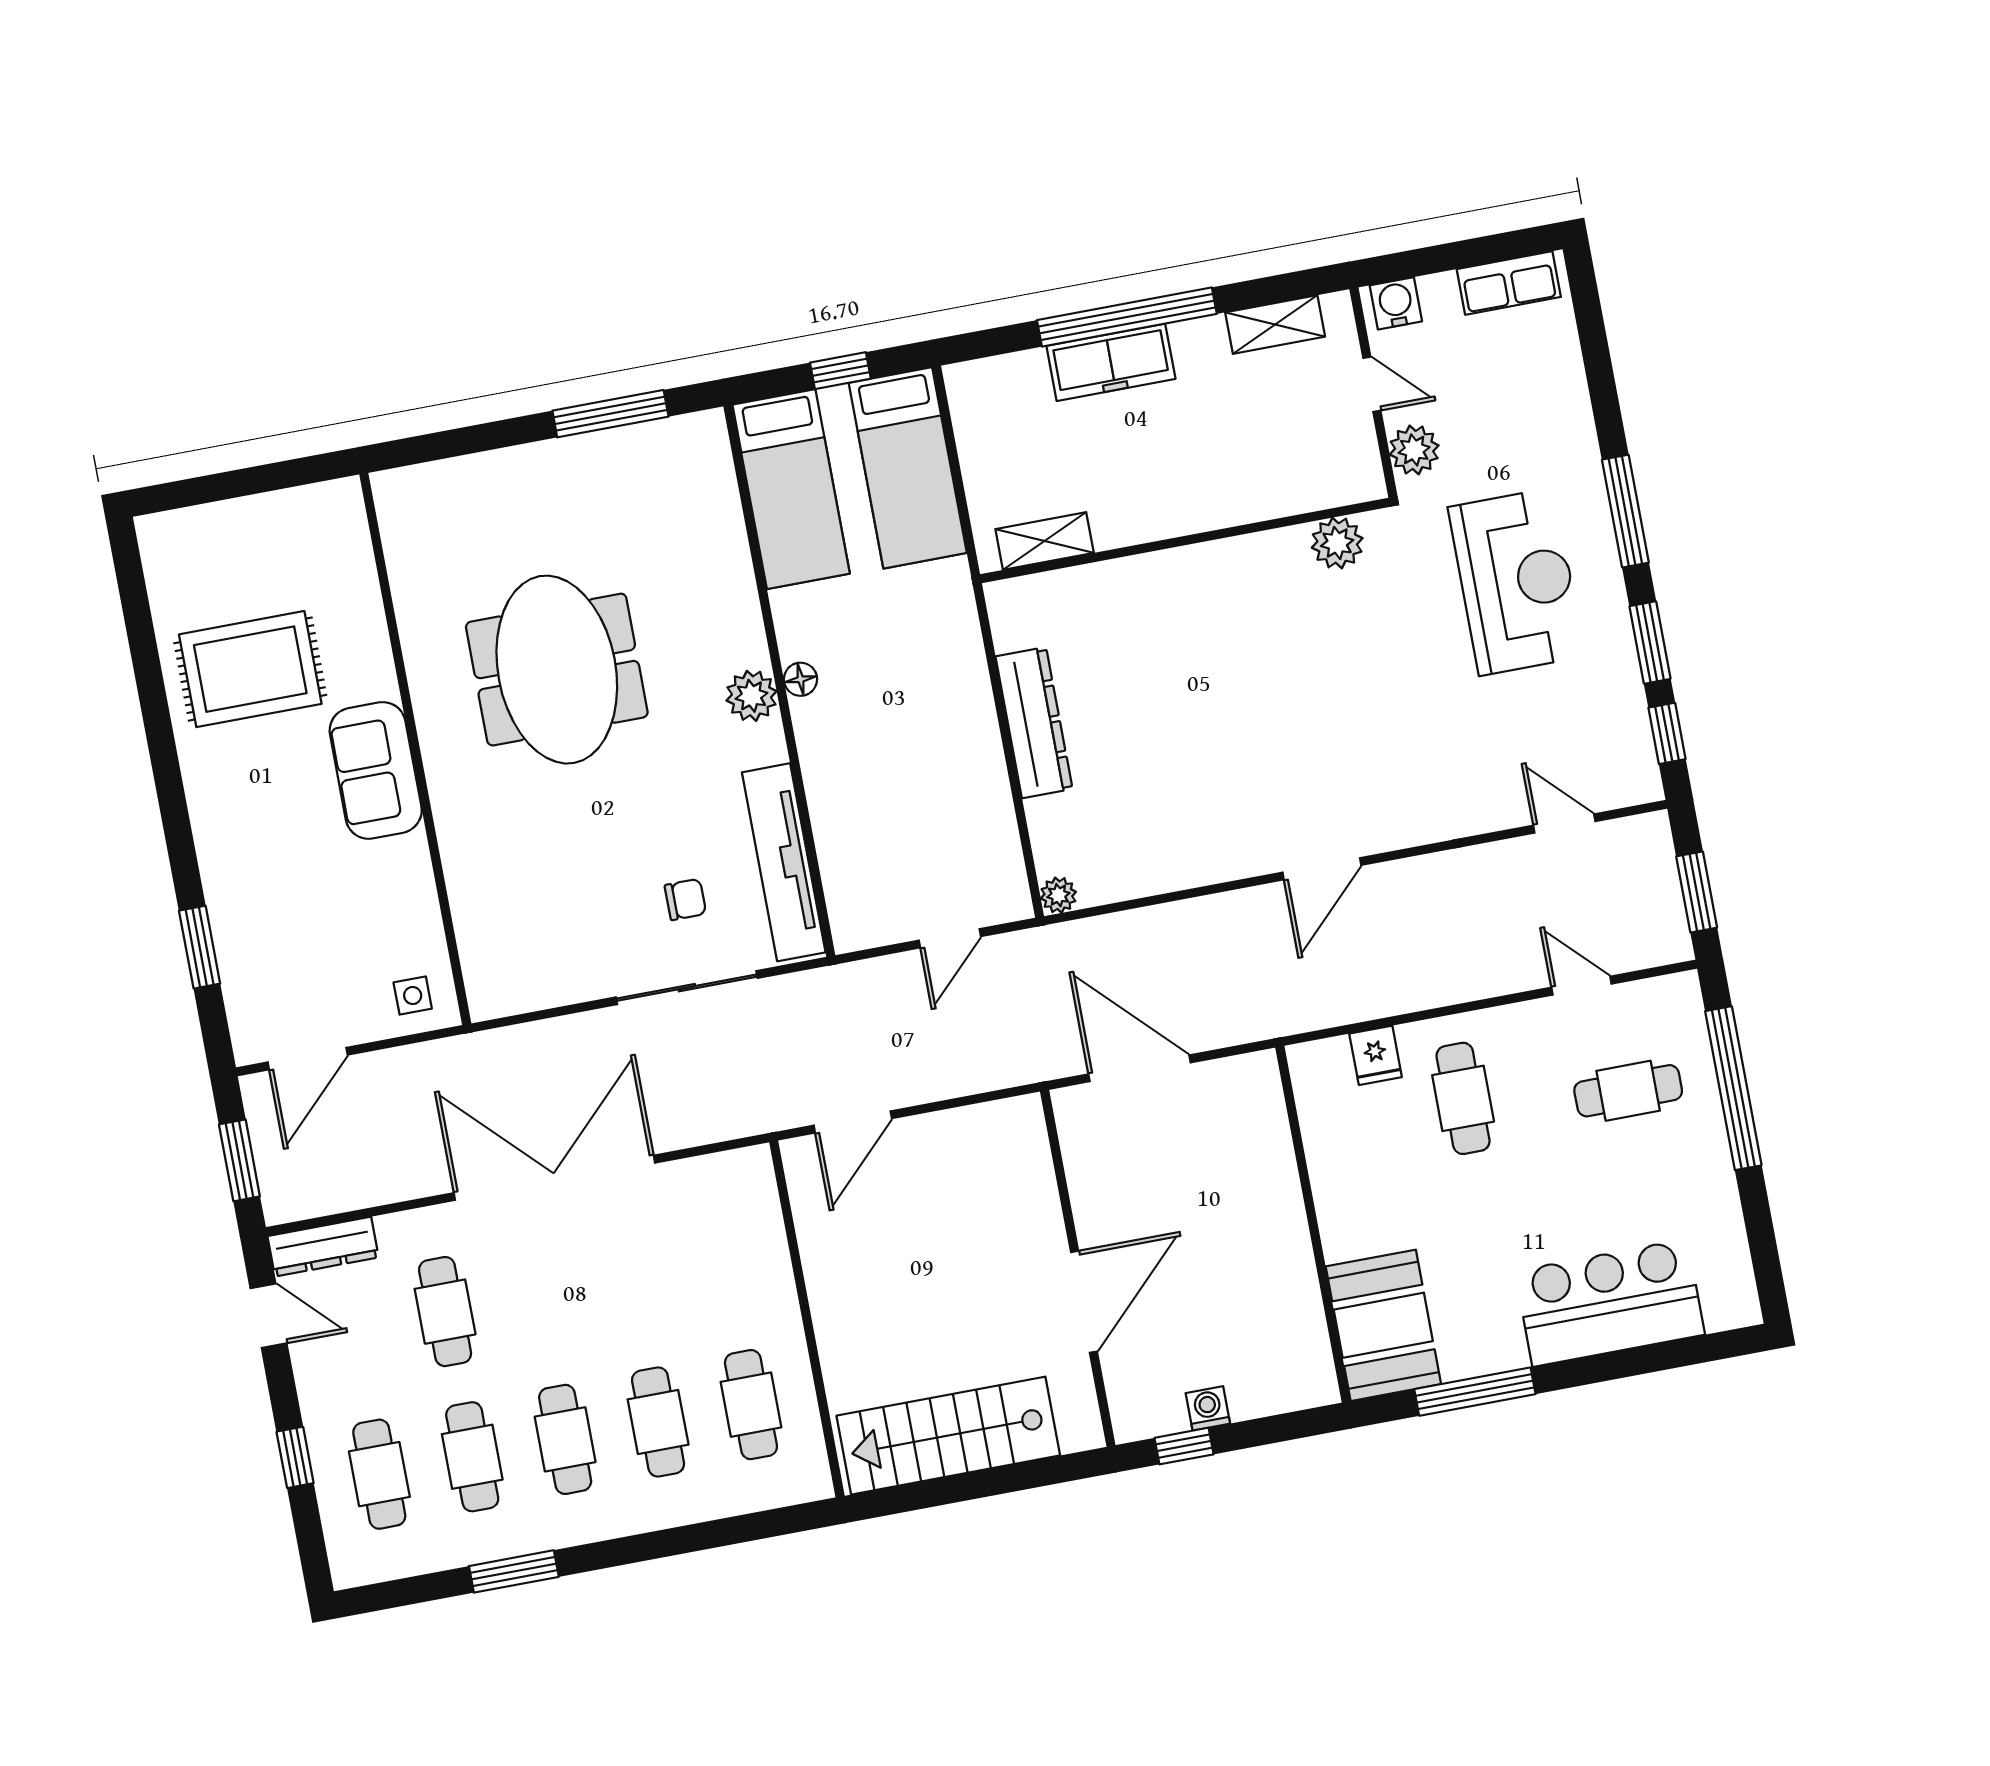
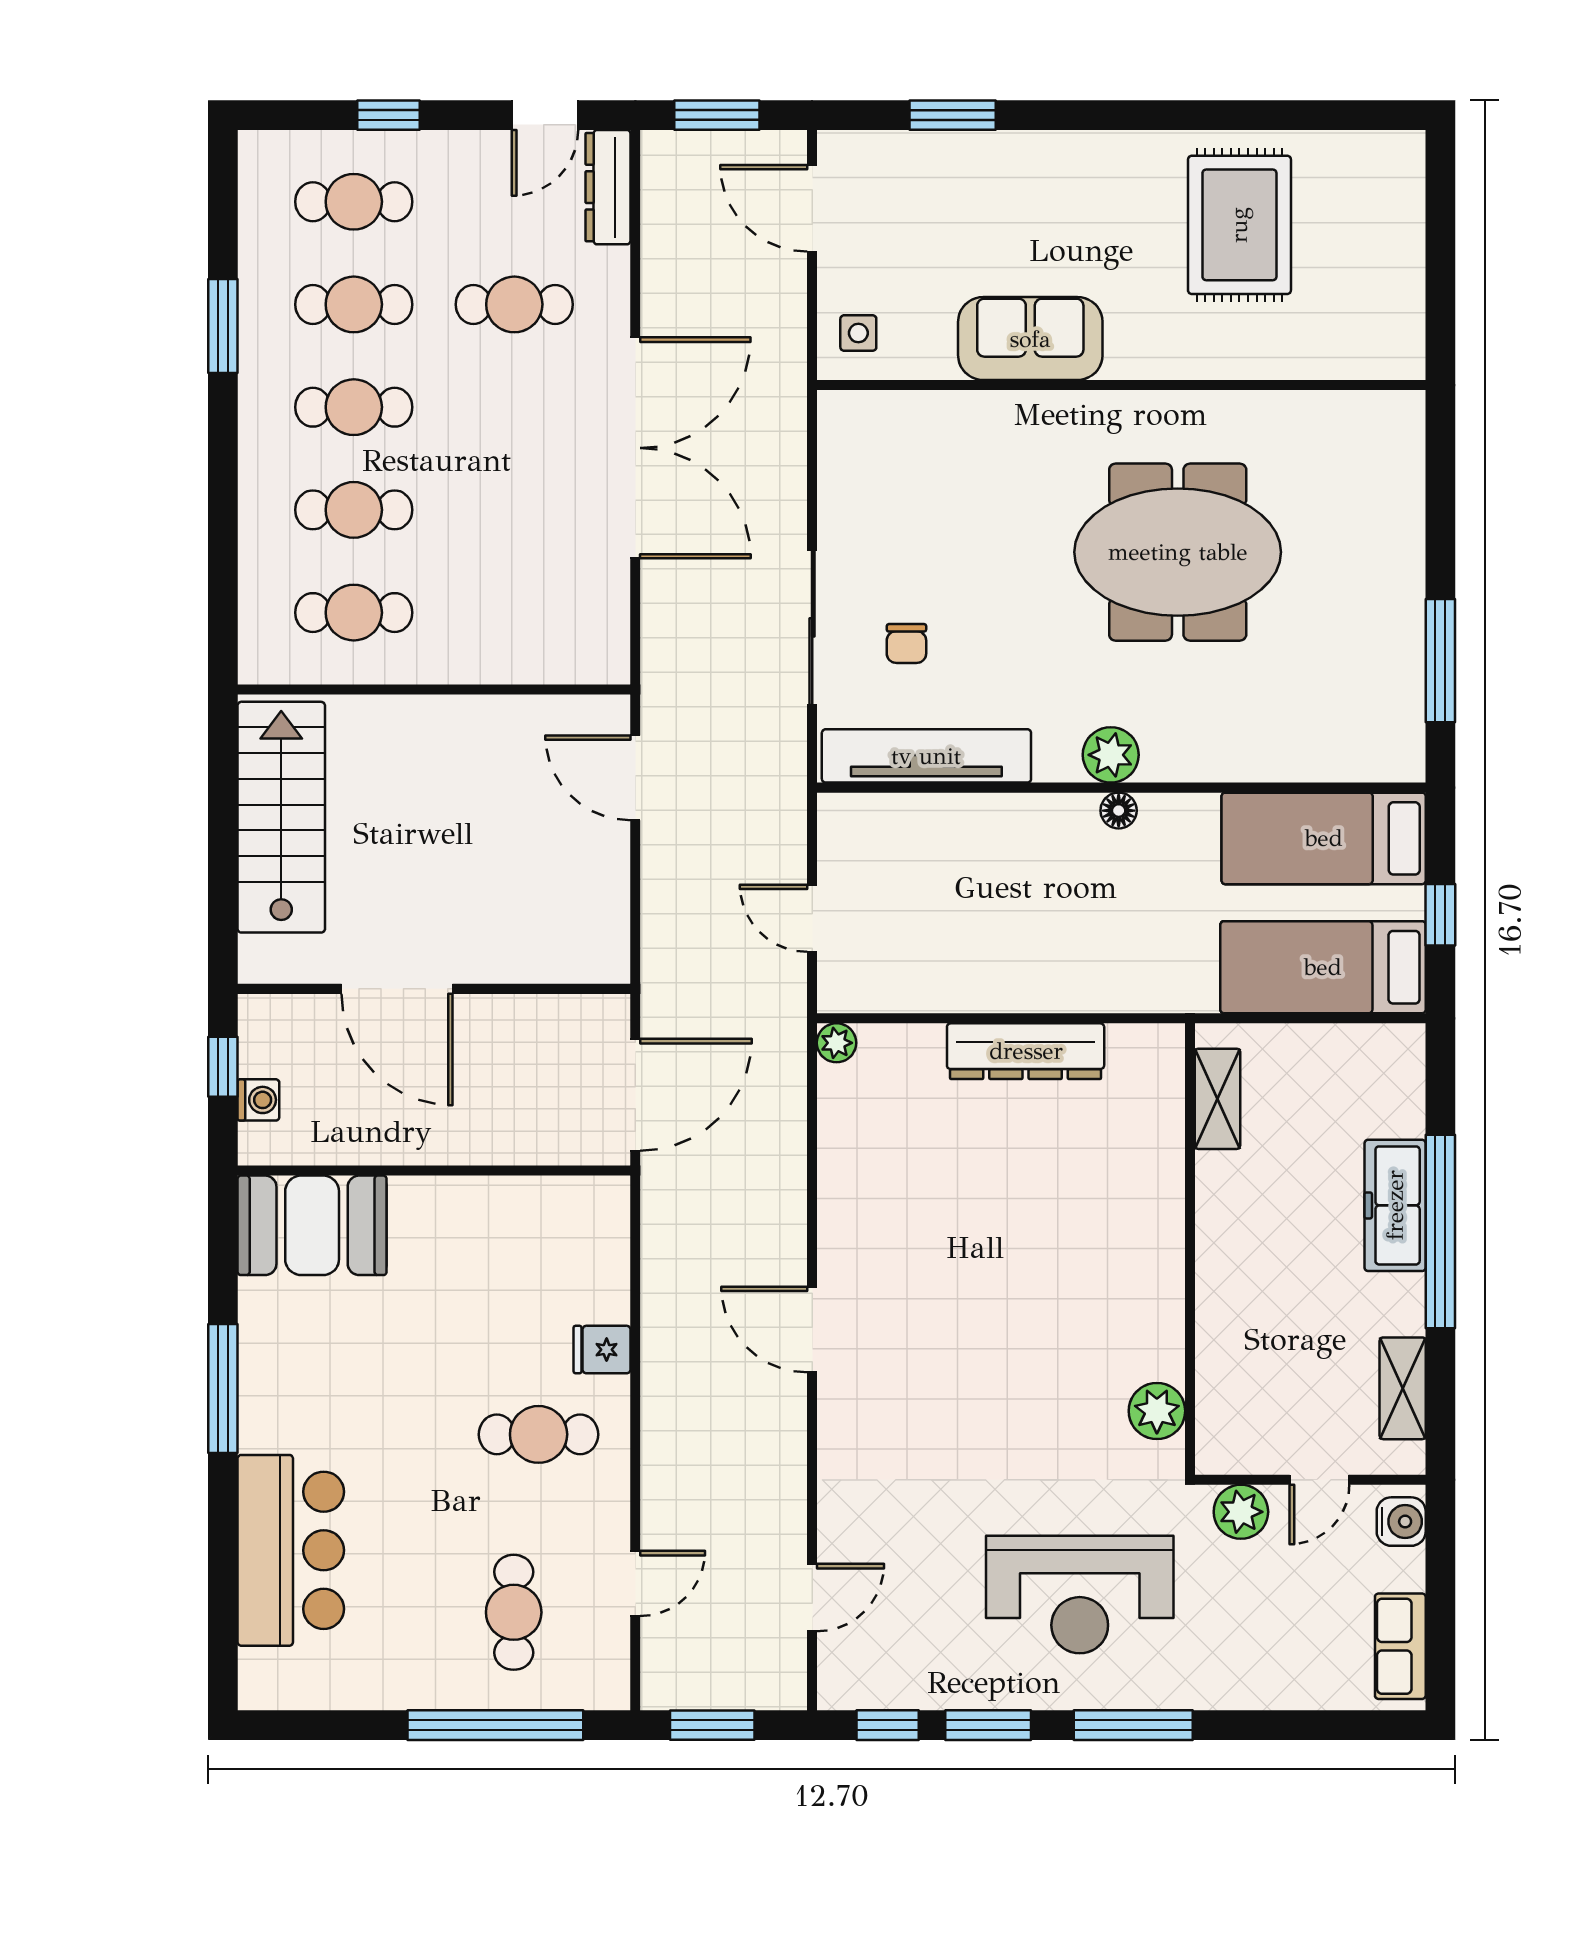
sofa: (376, 770) -> (1030, 339), moved
wall: (1313, 1224) -> (434, 1170), moved
booth: (1383, 1325) -> (312, 1225), moved

